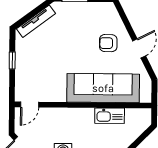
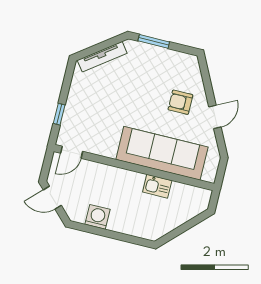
window: (12, 60) -> (59, 114), moved
kitchen sink: (110, 116) -> (157, 186), width x0.73

